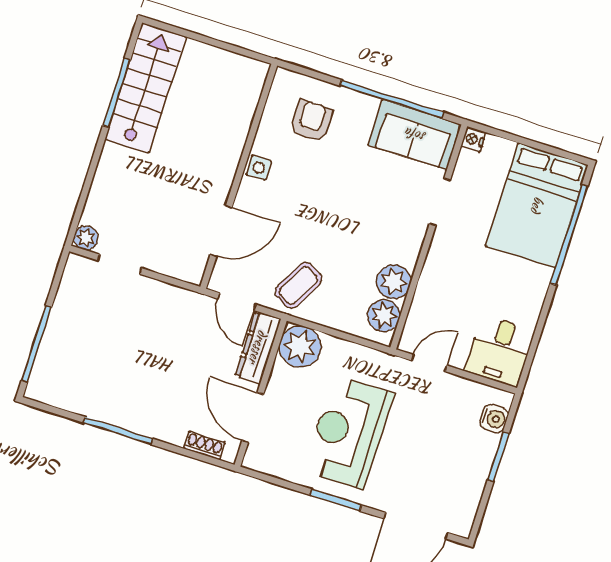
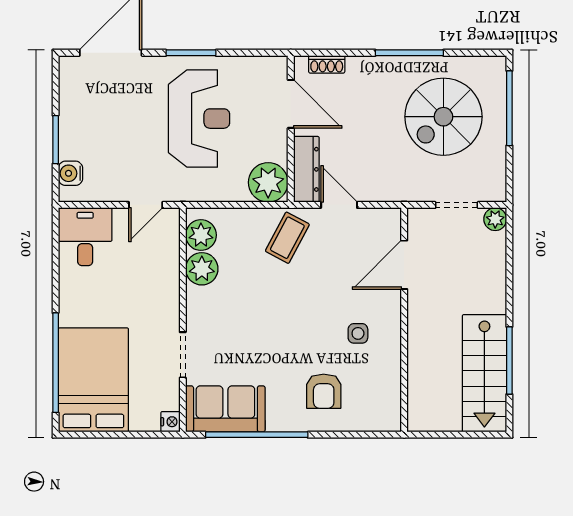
wall: (239, 176) -> (404, 320), moved
door: (221, 231) -> (404, 265), moved
spiral stairs: (105, 356) -> (443, 117), added

